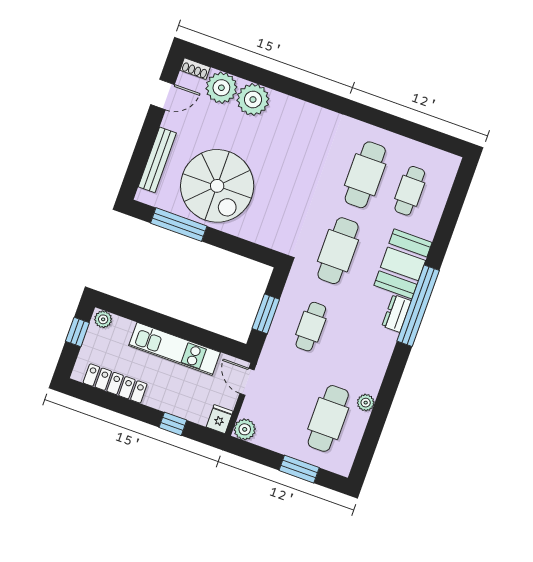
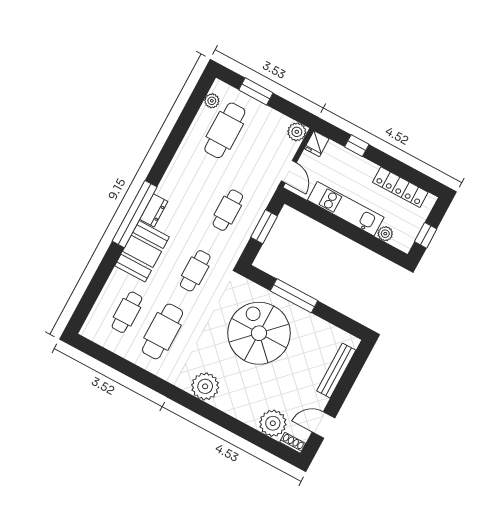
plant: (253, 100) -> (205, 386), moved
spiral stairs: (217, 186) -> (259, 333), moved
window: (179, 225) -> (294, 296), moved
cafe table: (338, 251) -> (195, 271), width x0.73, depth x0.74
plant: (103, 319) -> (385, 234), moved
plant: (366, 403) -> (212, 101), moved

